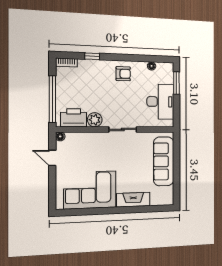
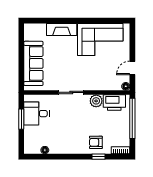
armchair: (123, 74) -> (96, 142), moved
window: (176, 83) -> (21, 119), moved
desk: (160, 102) -> (37, 114), width x0.73
door: (52, 158) -> (132, 68), swing flipped

